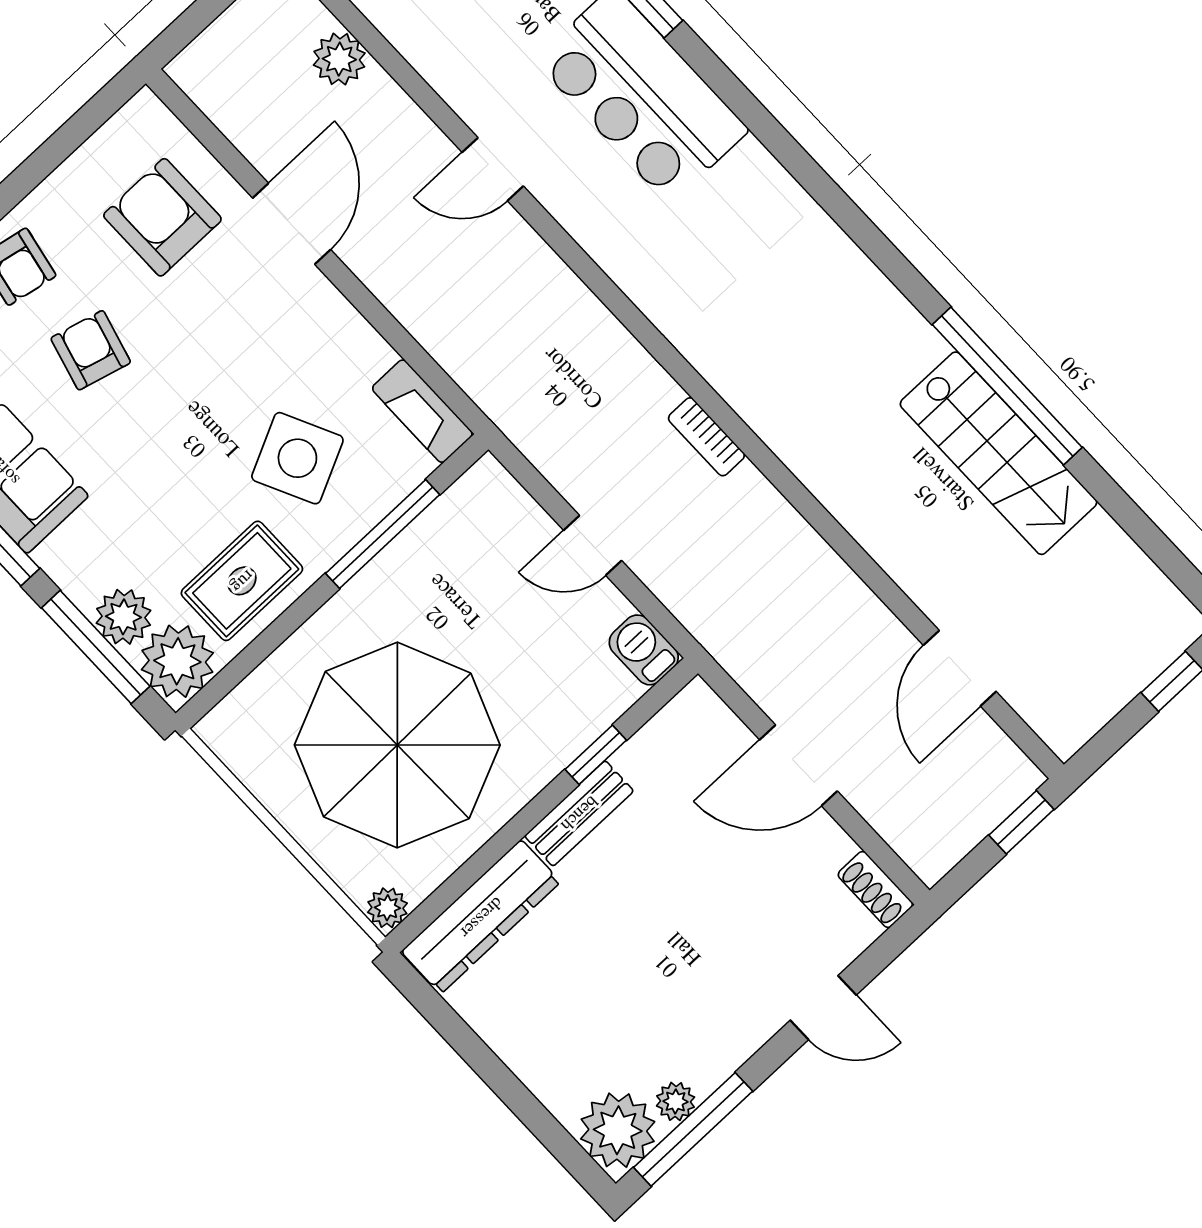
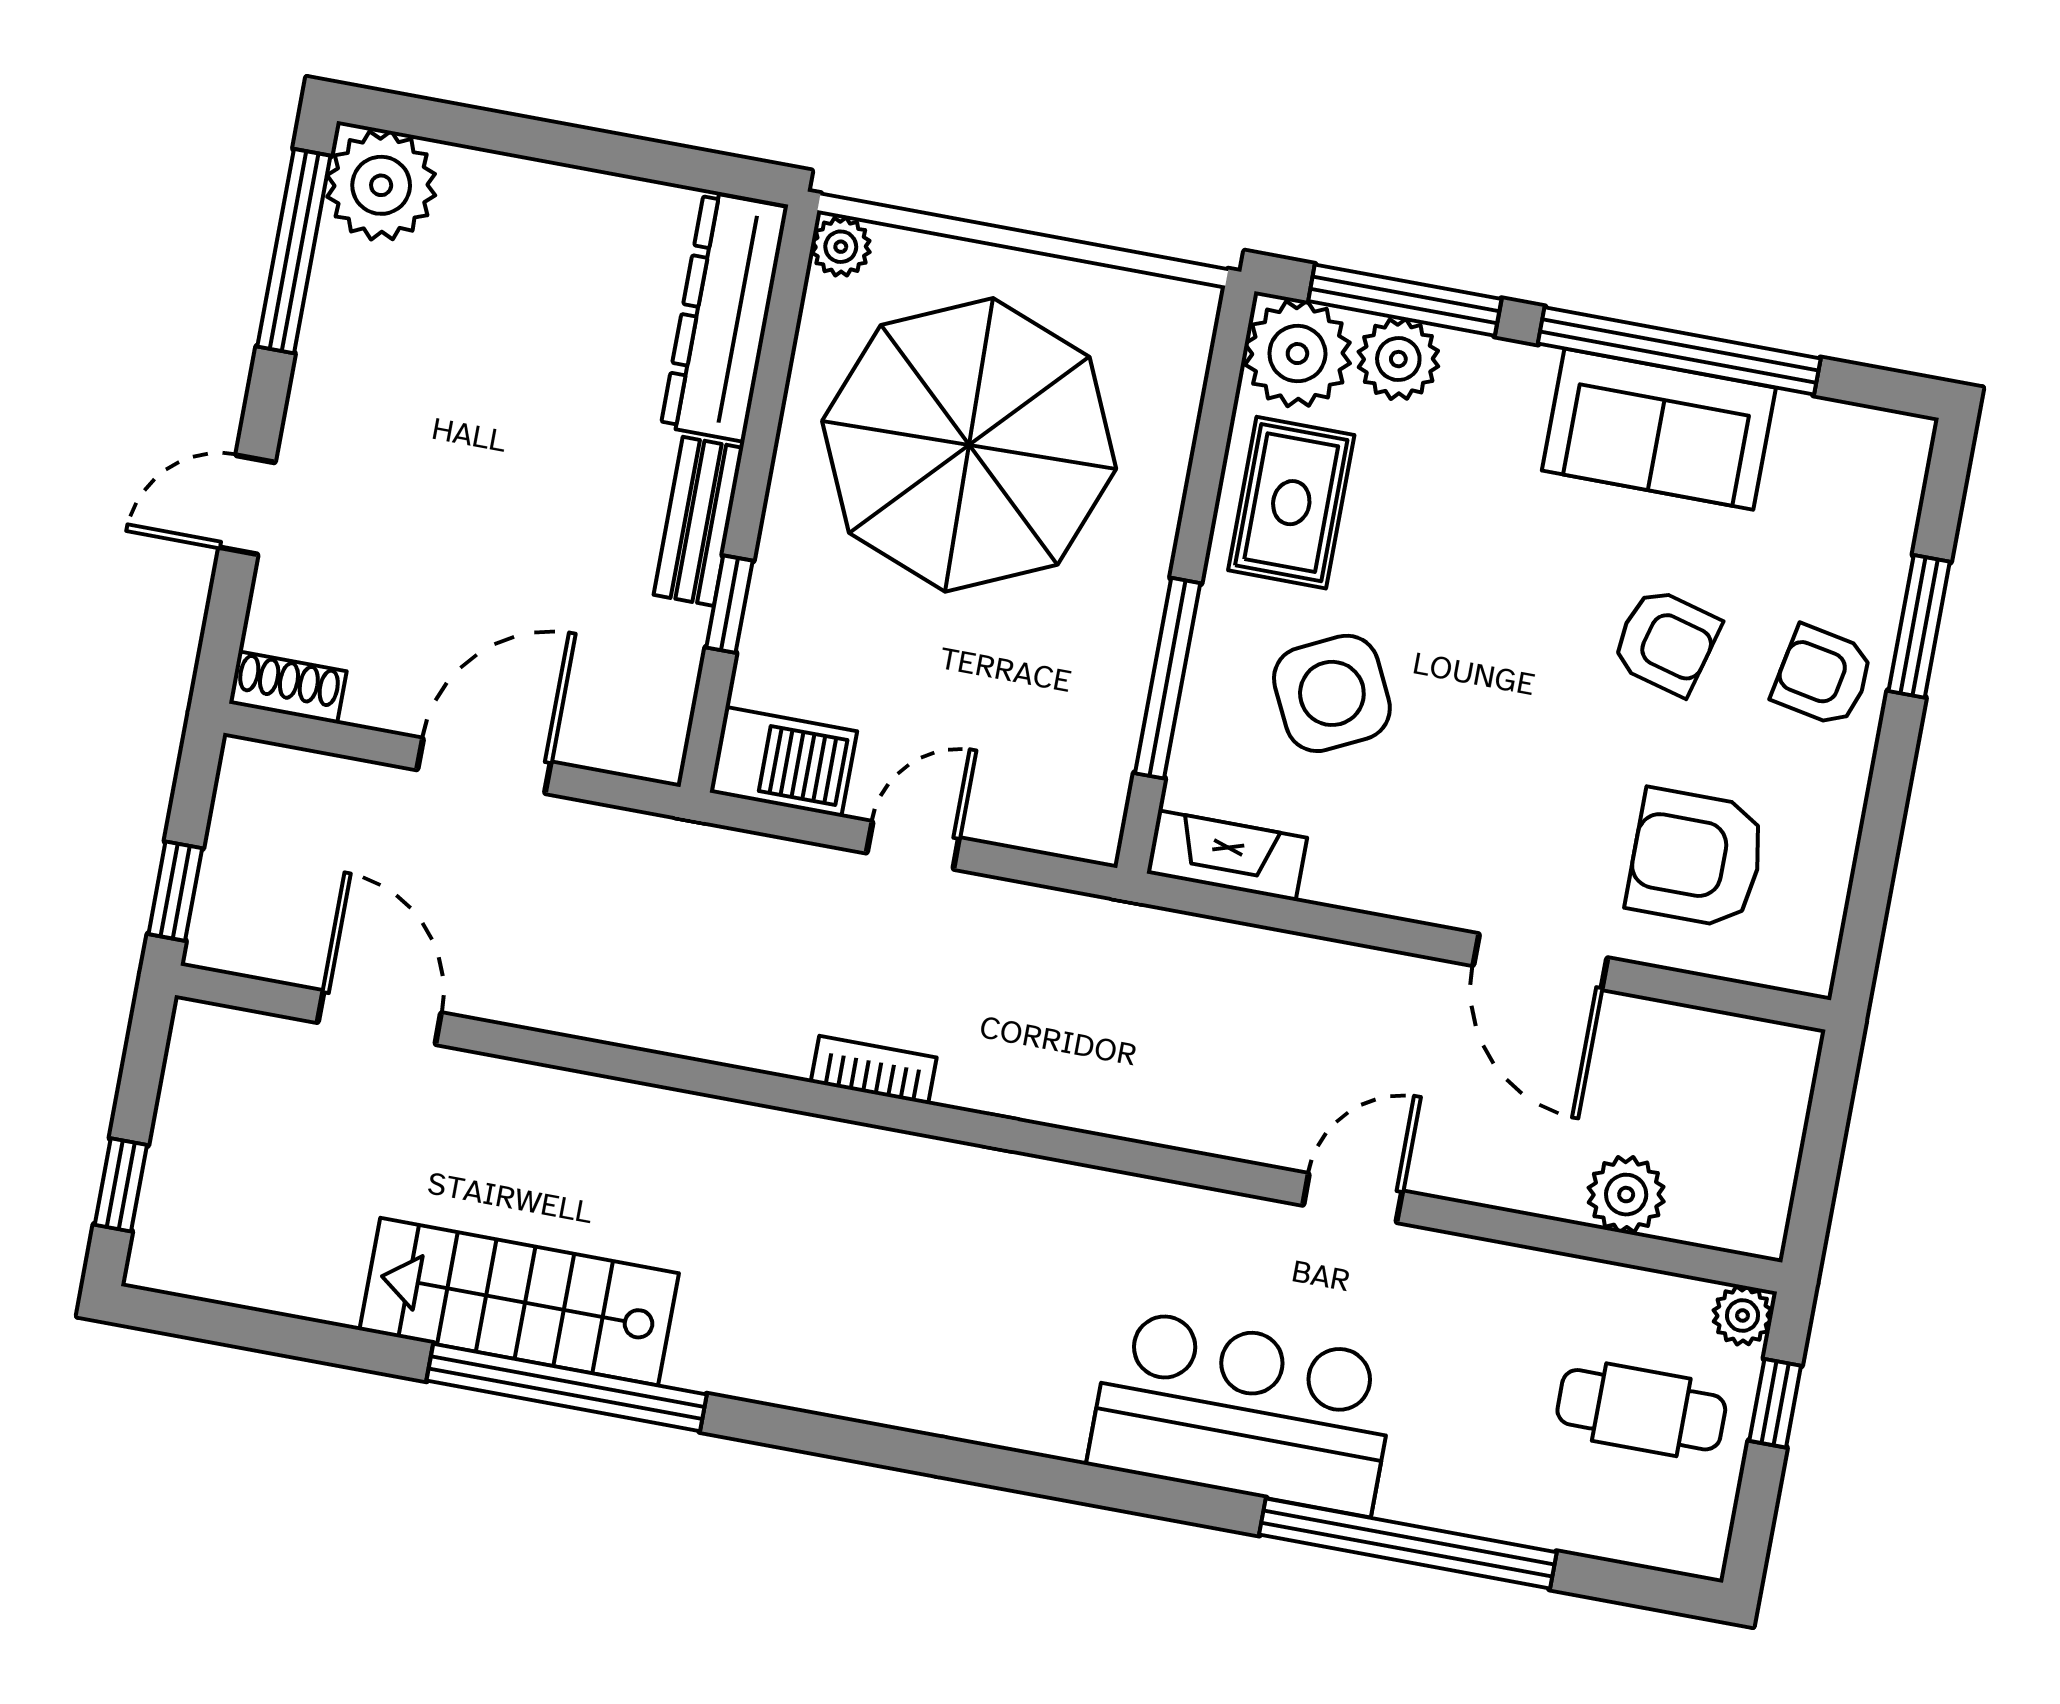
armchair: (162, 217) -> (1696, 858), turned 180
barbecue: (644, 650) -> (783, 762), width x1.38, depth x1.27
plant: (676, 1101) -> (338, 268), removed

